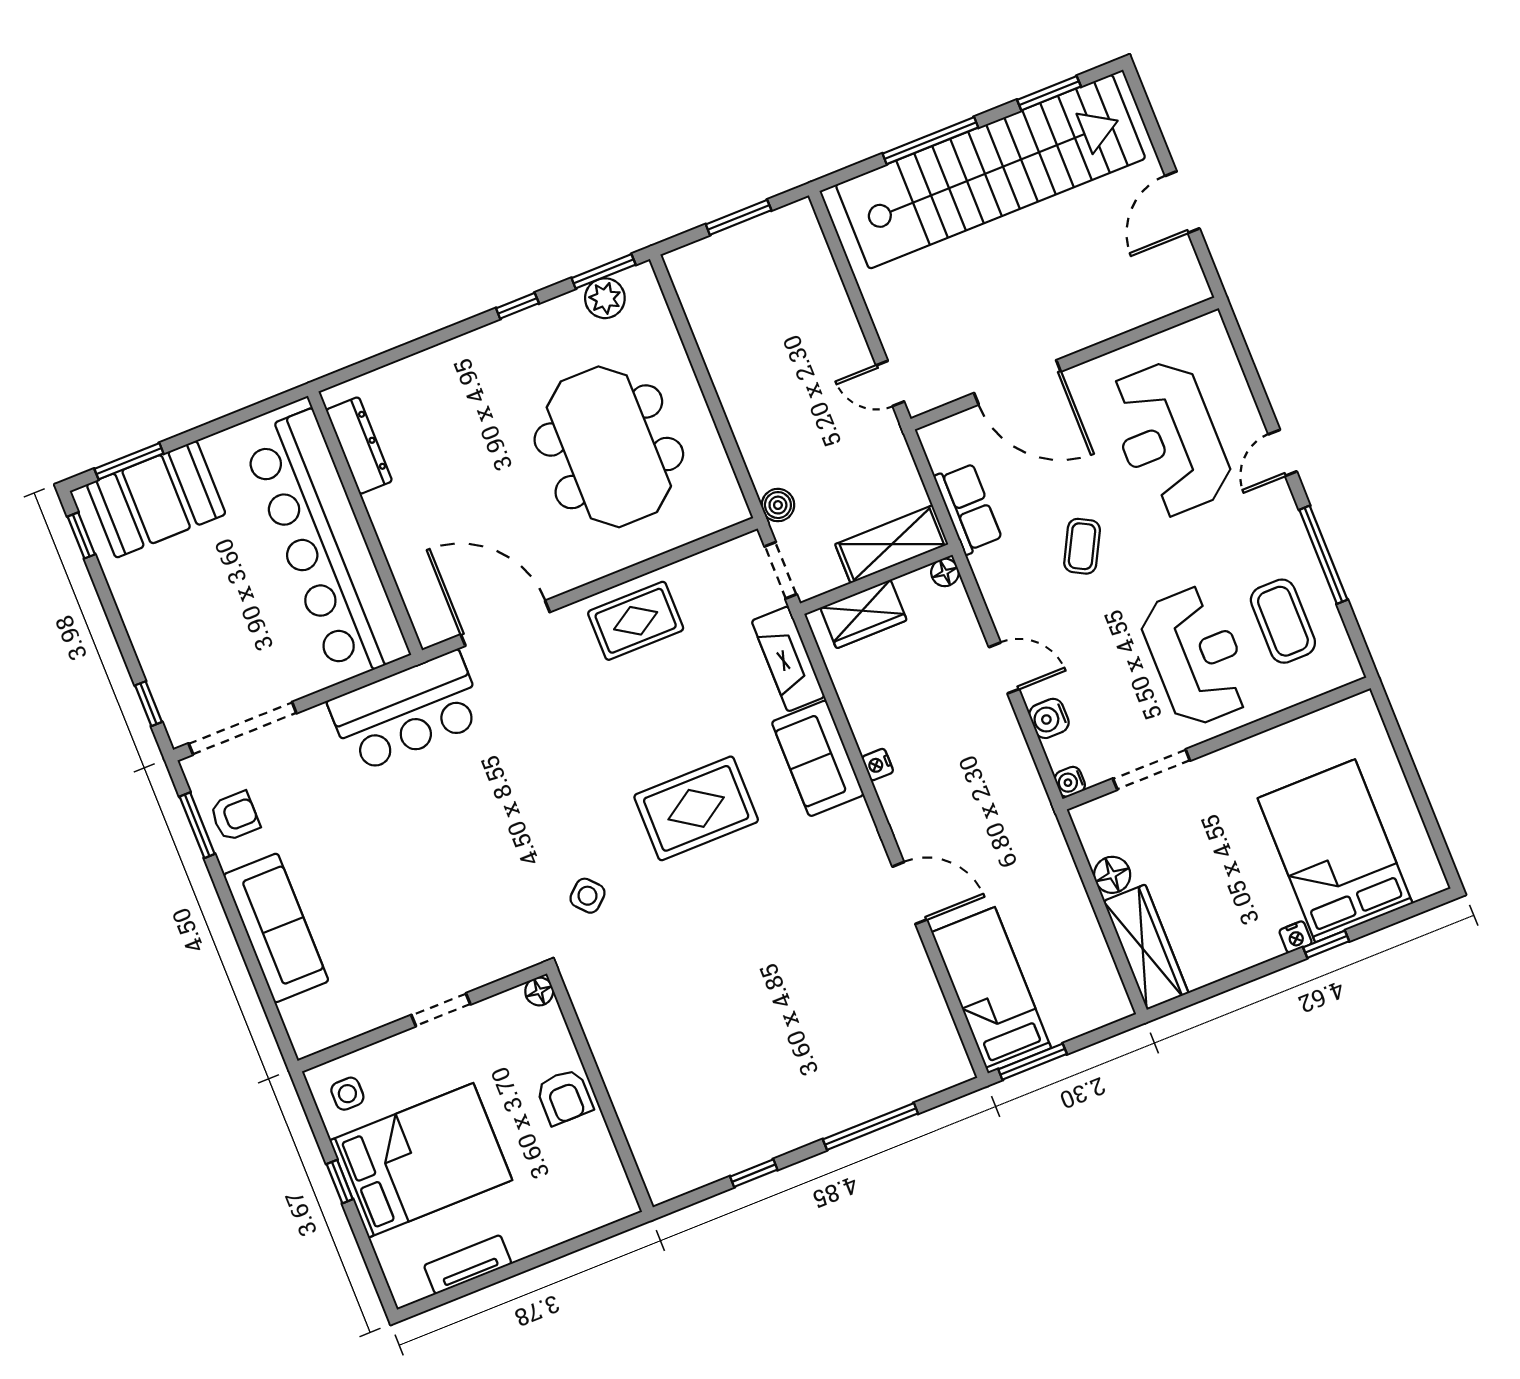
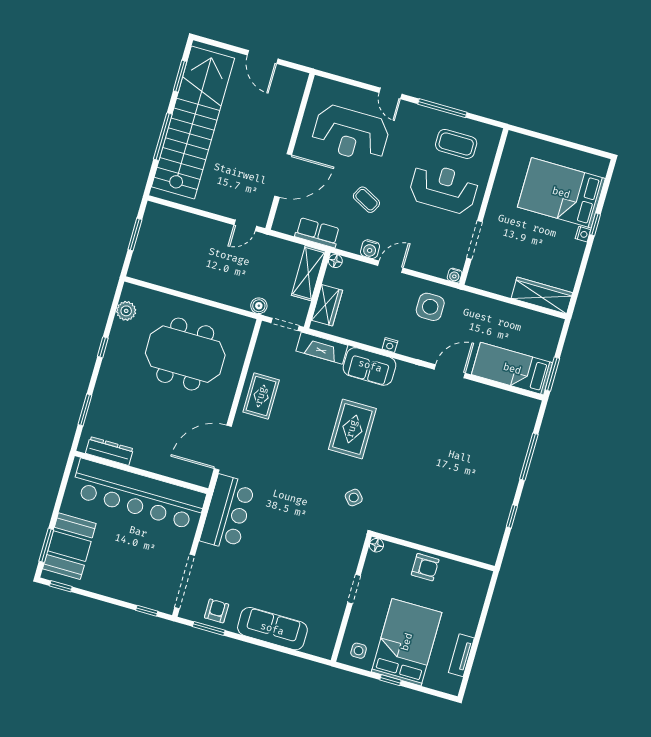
window: (604, 271) -> (85, 410), moved
water cooler: (1049, 718) -> (370, 249), moved
side table: (989, 782) -> (430, 307), added
floor lamp: (1112, 875) -> (504, 287), removed

